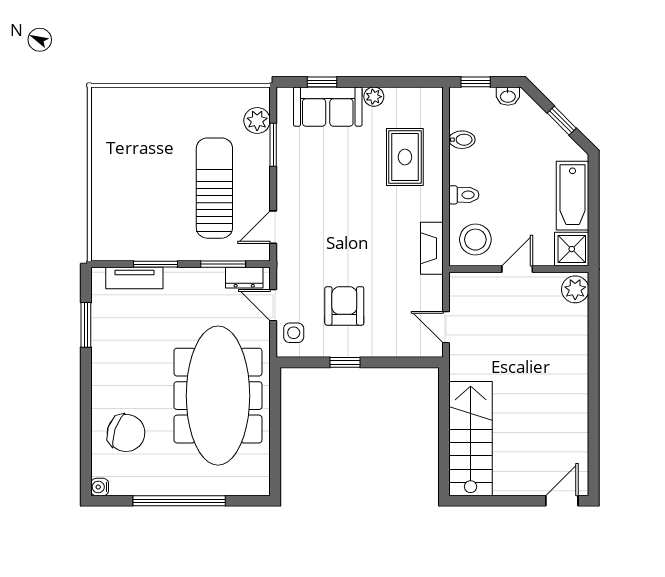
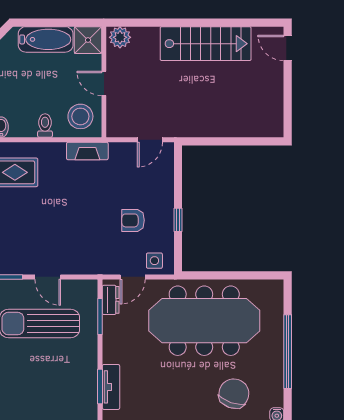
door: (273, 227) -> (48, 277), moved
window: (155, 264) -> (100, 387), moved
armchair: (344, 306) -> (133, 220), width x0.72, depth x0.72
stairs: (471, 439) -> (206, 44), moved, turned 180

